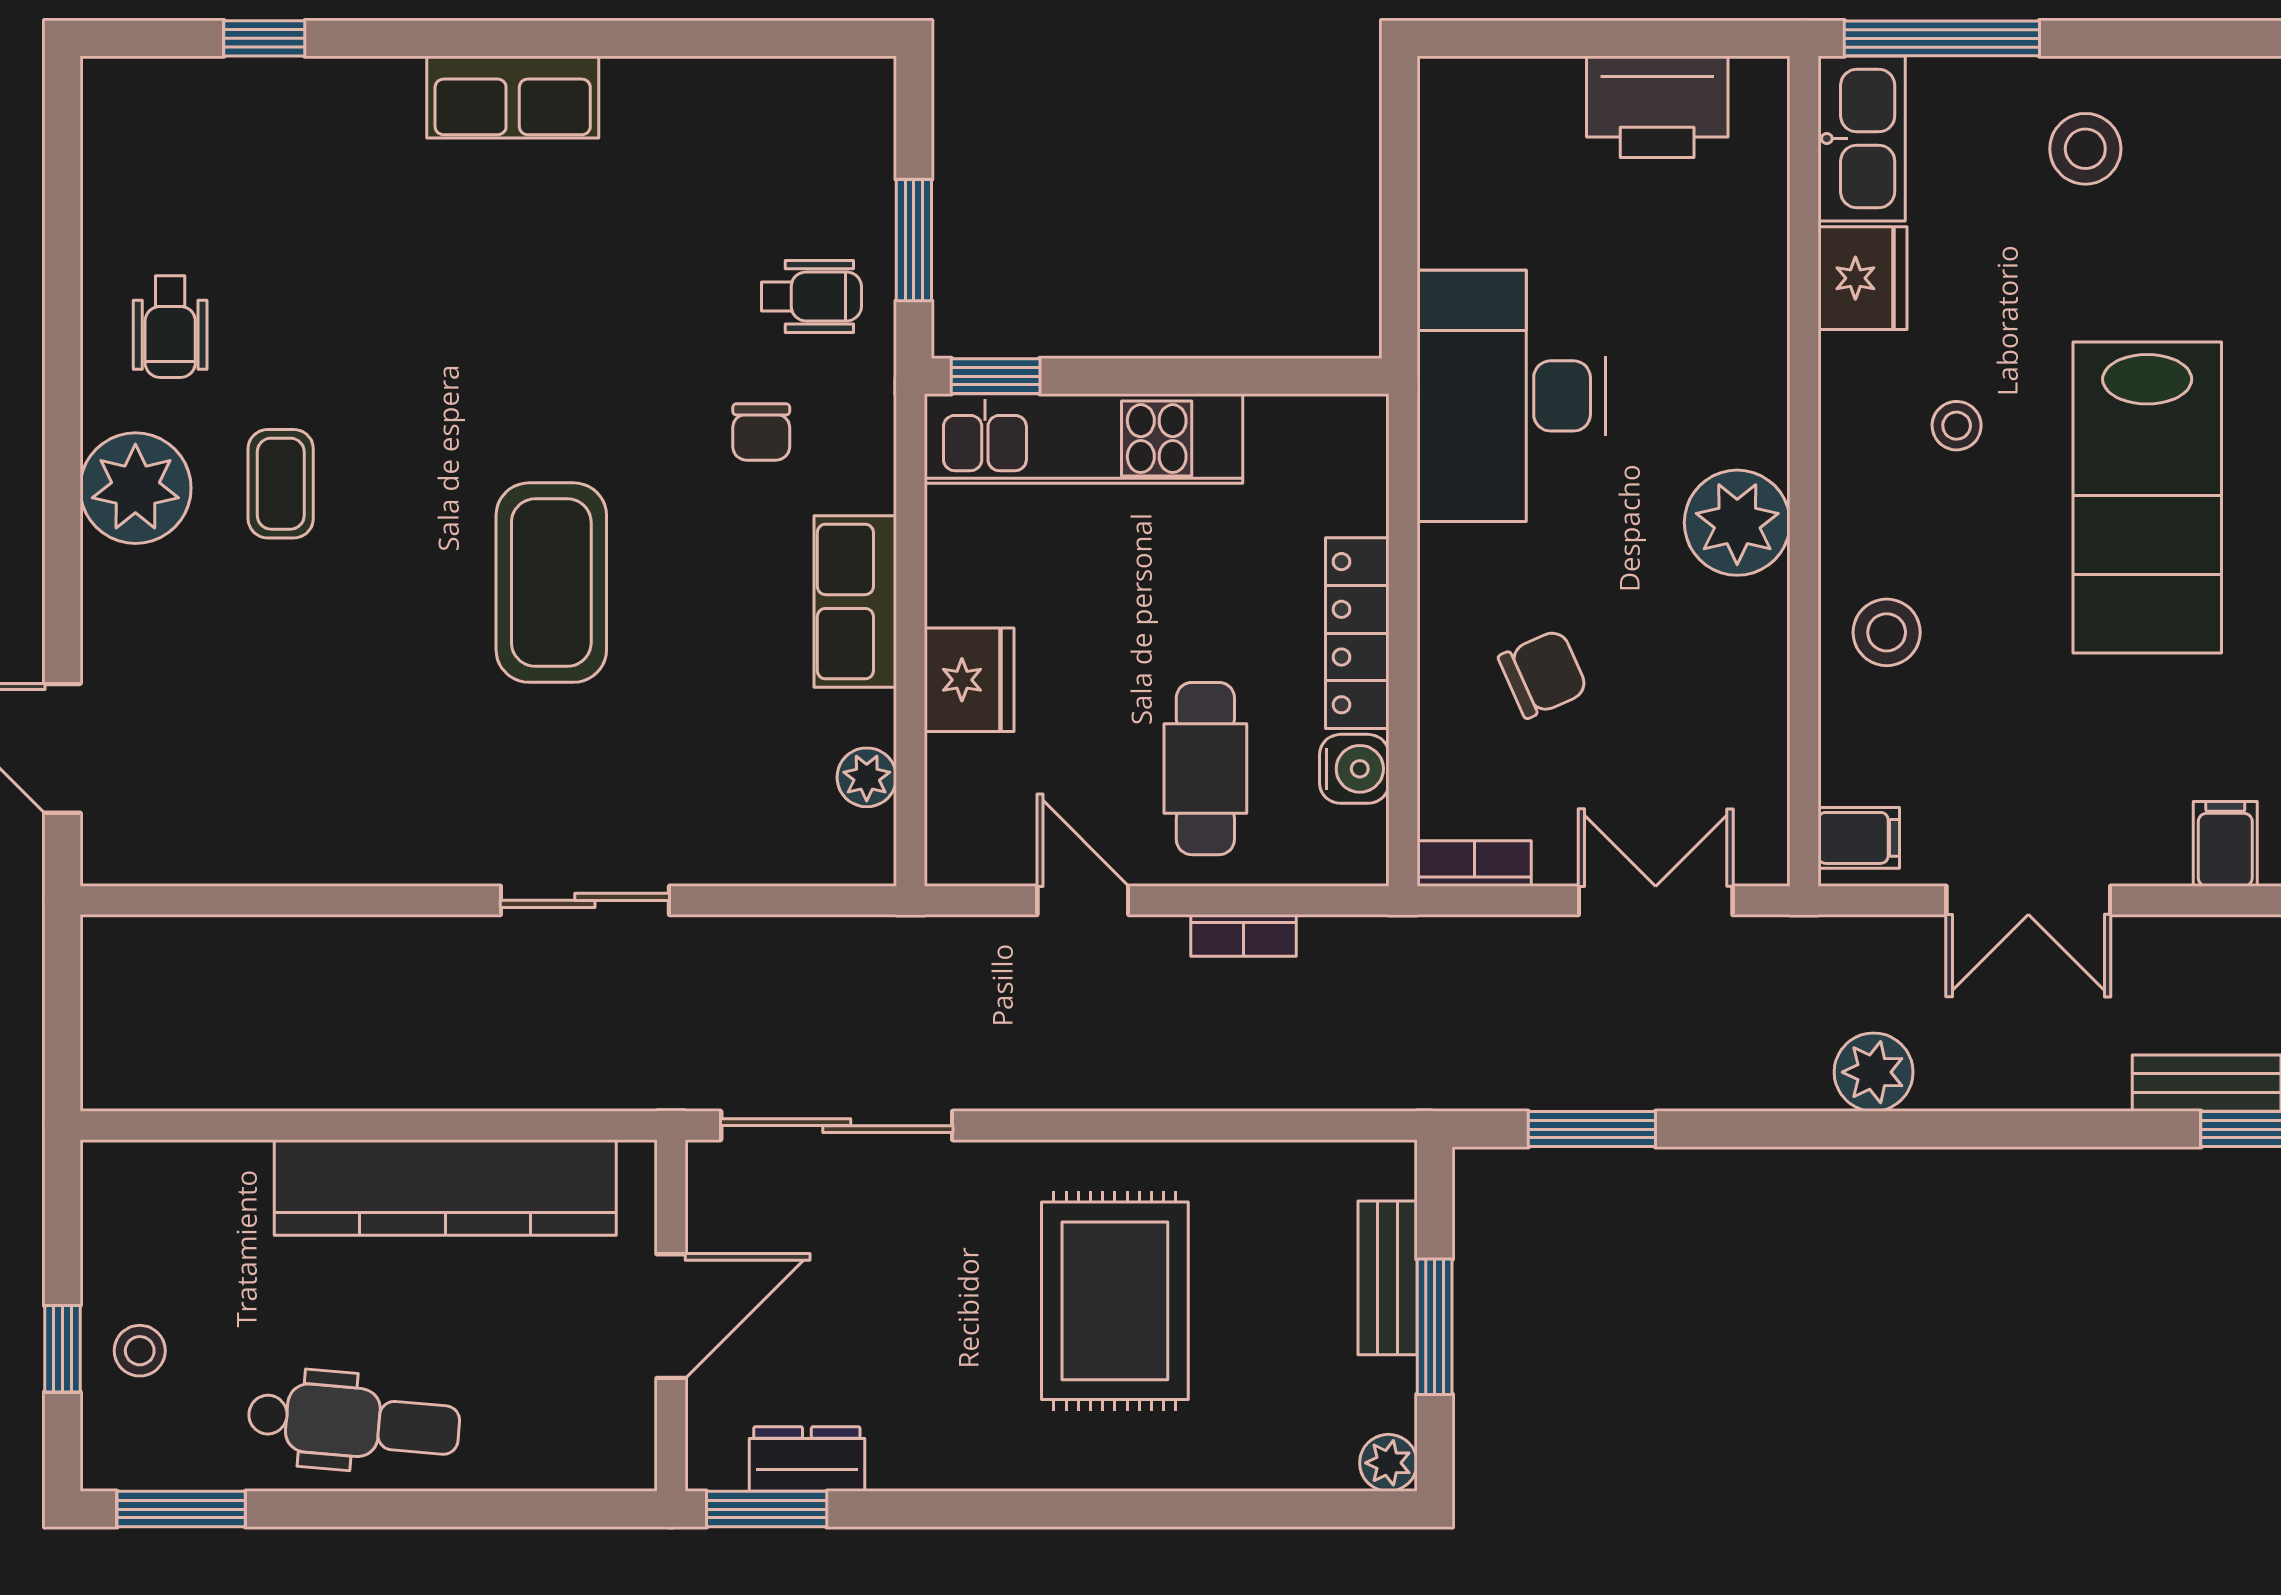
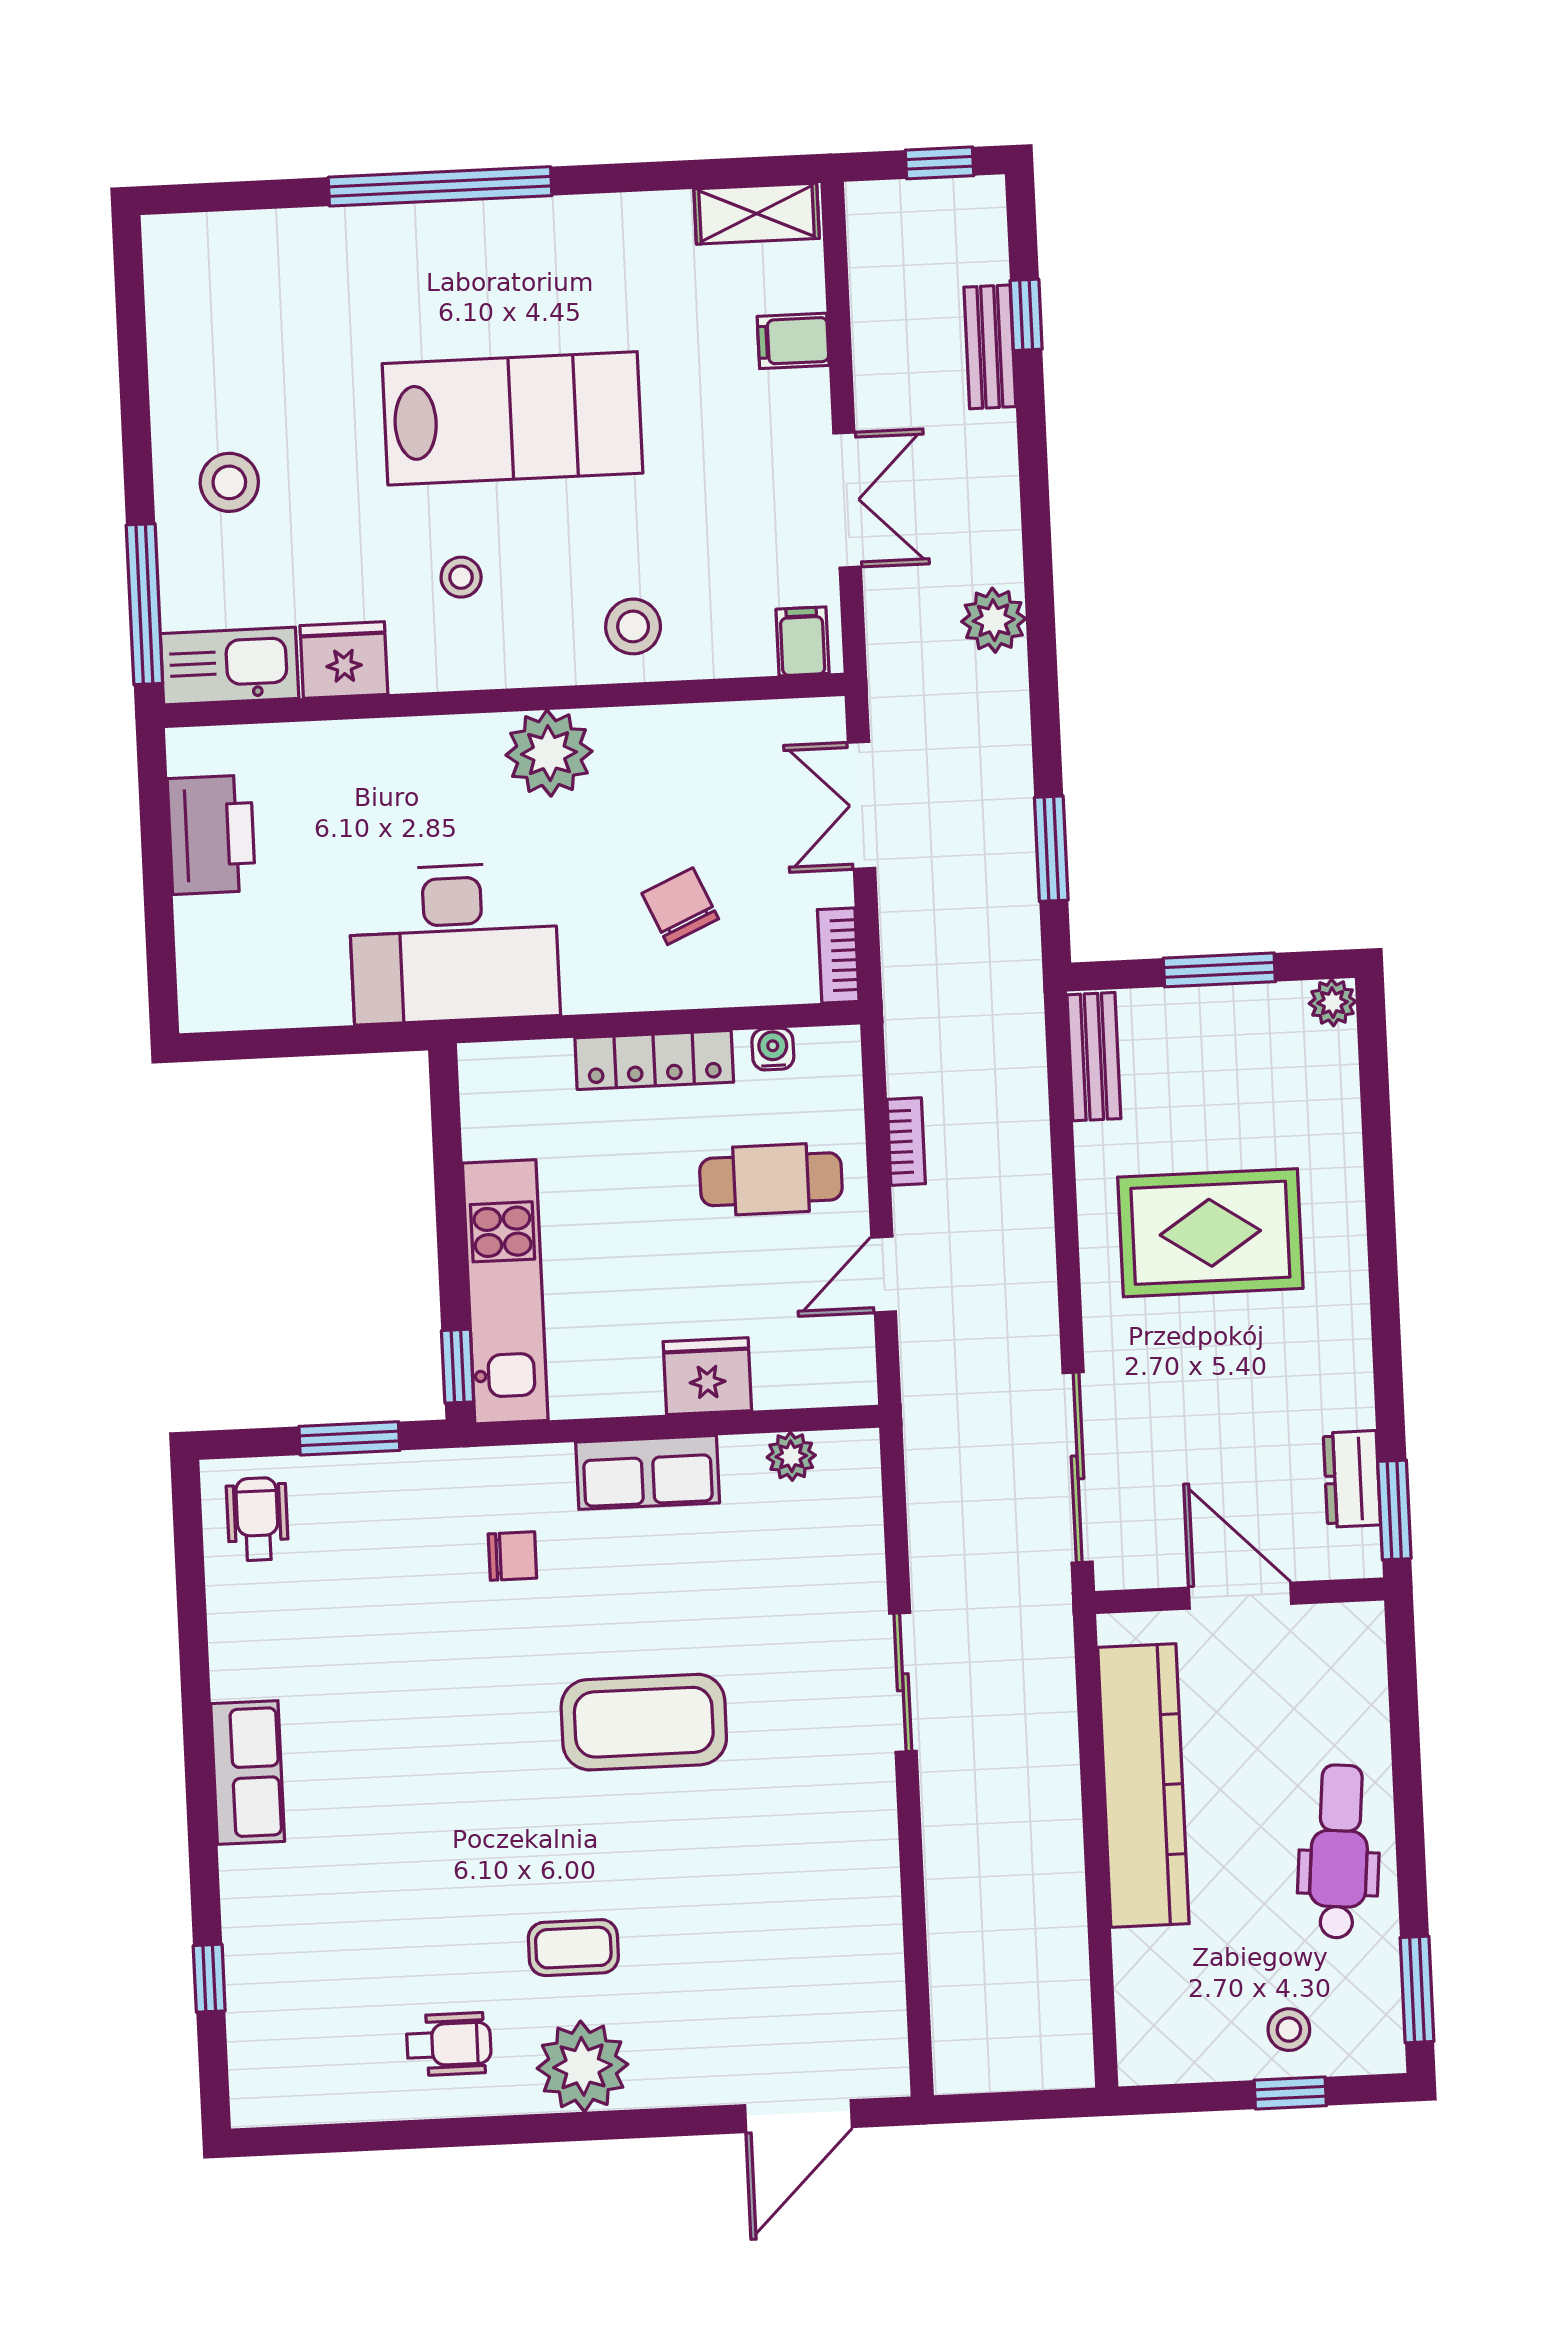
wheelchair: (811, 296) -> (257, 1519), moved
water cooler: (1354, 769) -> (773, 1049), width x0.72, depth x0.72
bench: (1388, 1278) -> (1094, 1057), moved, turned 90

